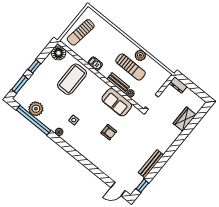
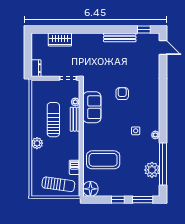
plant: (140, 55) -> (37, 143), moved
barbecue: (95, 64) -> (74, 167), moved

